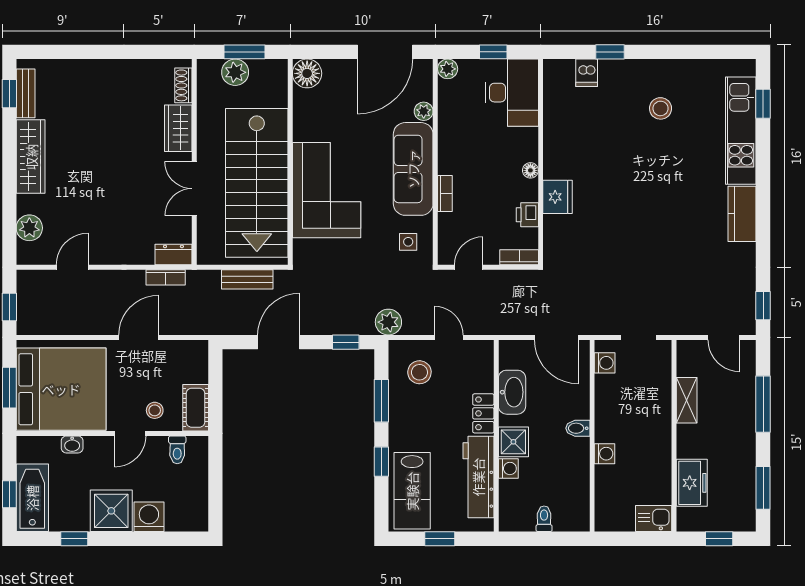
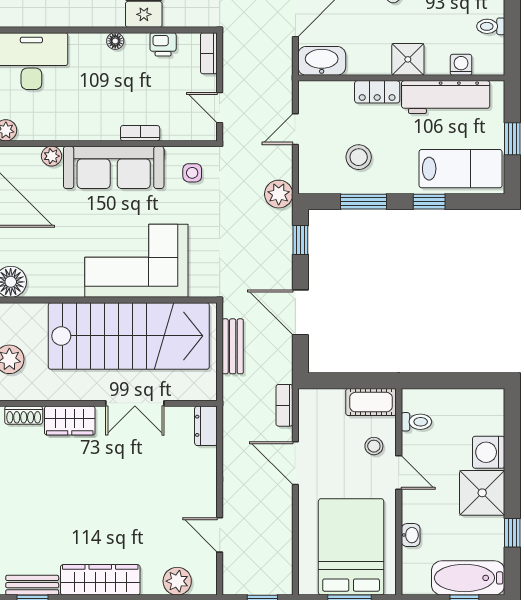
bookcase: (166, 277) -> (284, 405), moved, turned 180
stool: (419, 372) -> (359, 157), moved
bed: (61, 389) -> (351, 547), width x0.73
washbasin: (512, 392) -> (322, 61), moved
washing machine: (508, 468) -> (461, 65), moved

